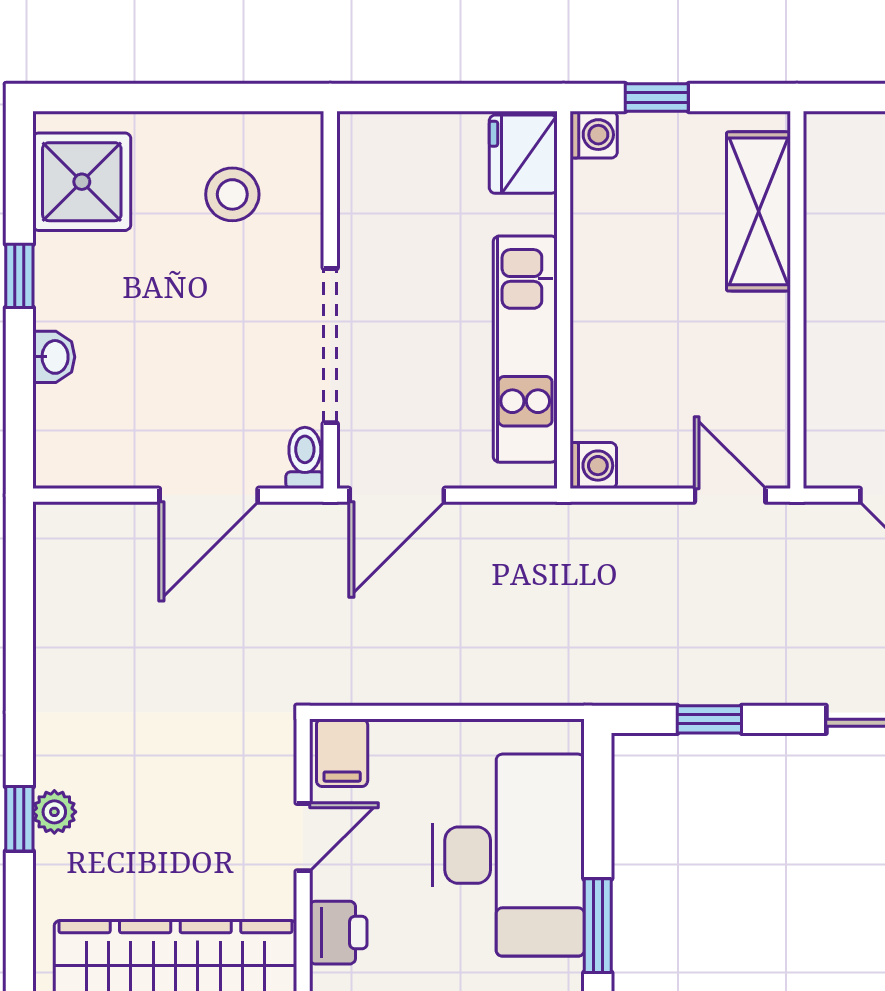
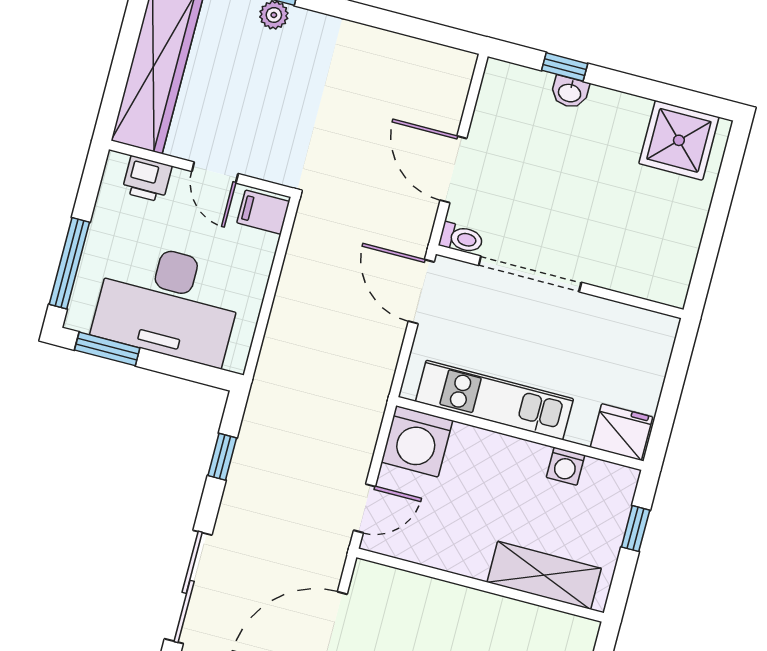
washing machine: (594, 135) -> (566, 466), moved
stool: (232, 194) -> (645, 236), removed
window: (19, 276) -> (565, 67), moved
washing machine: (593, 466) -> (417, 441), width x1.89, depth x1.89

